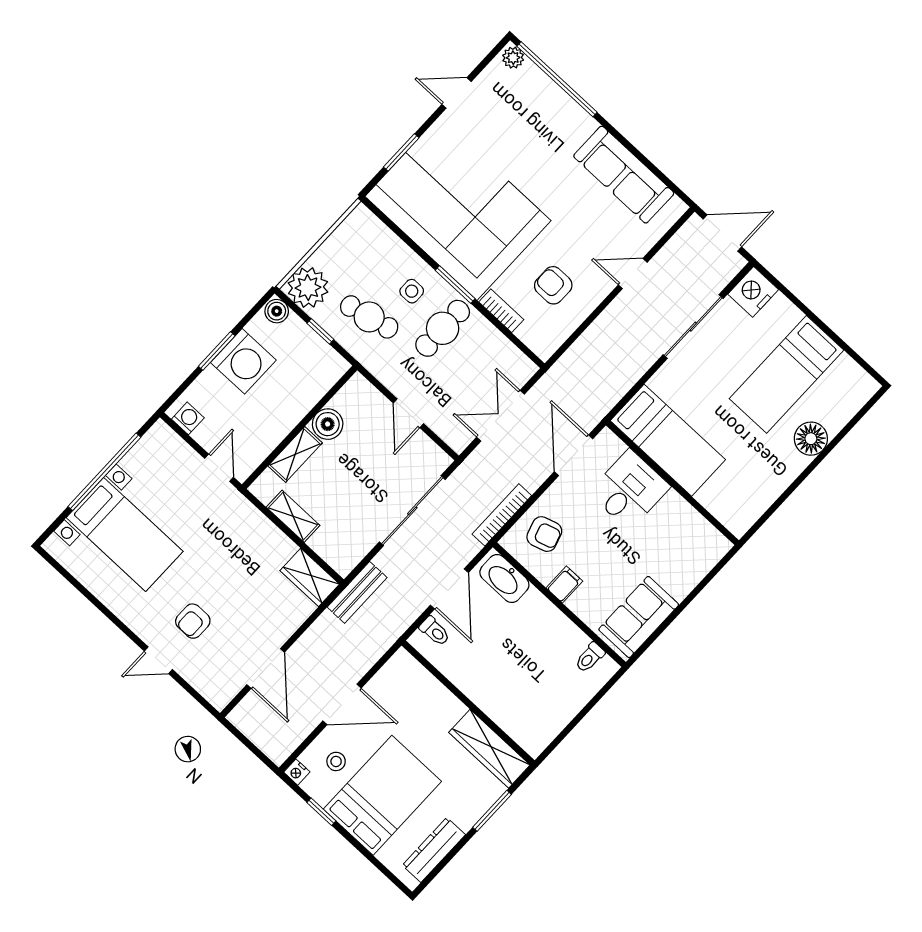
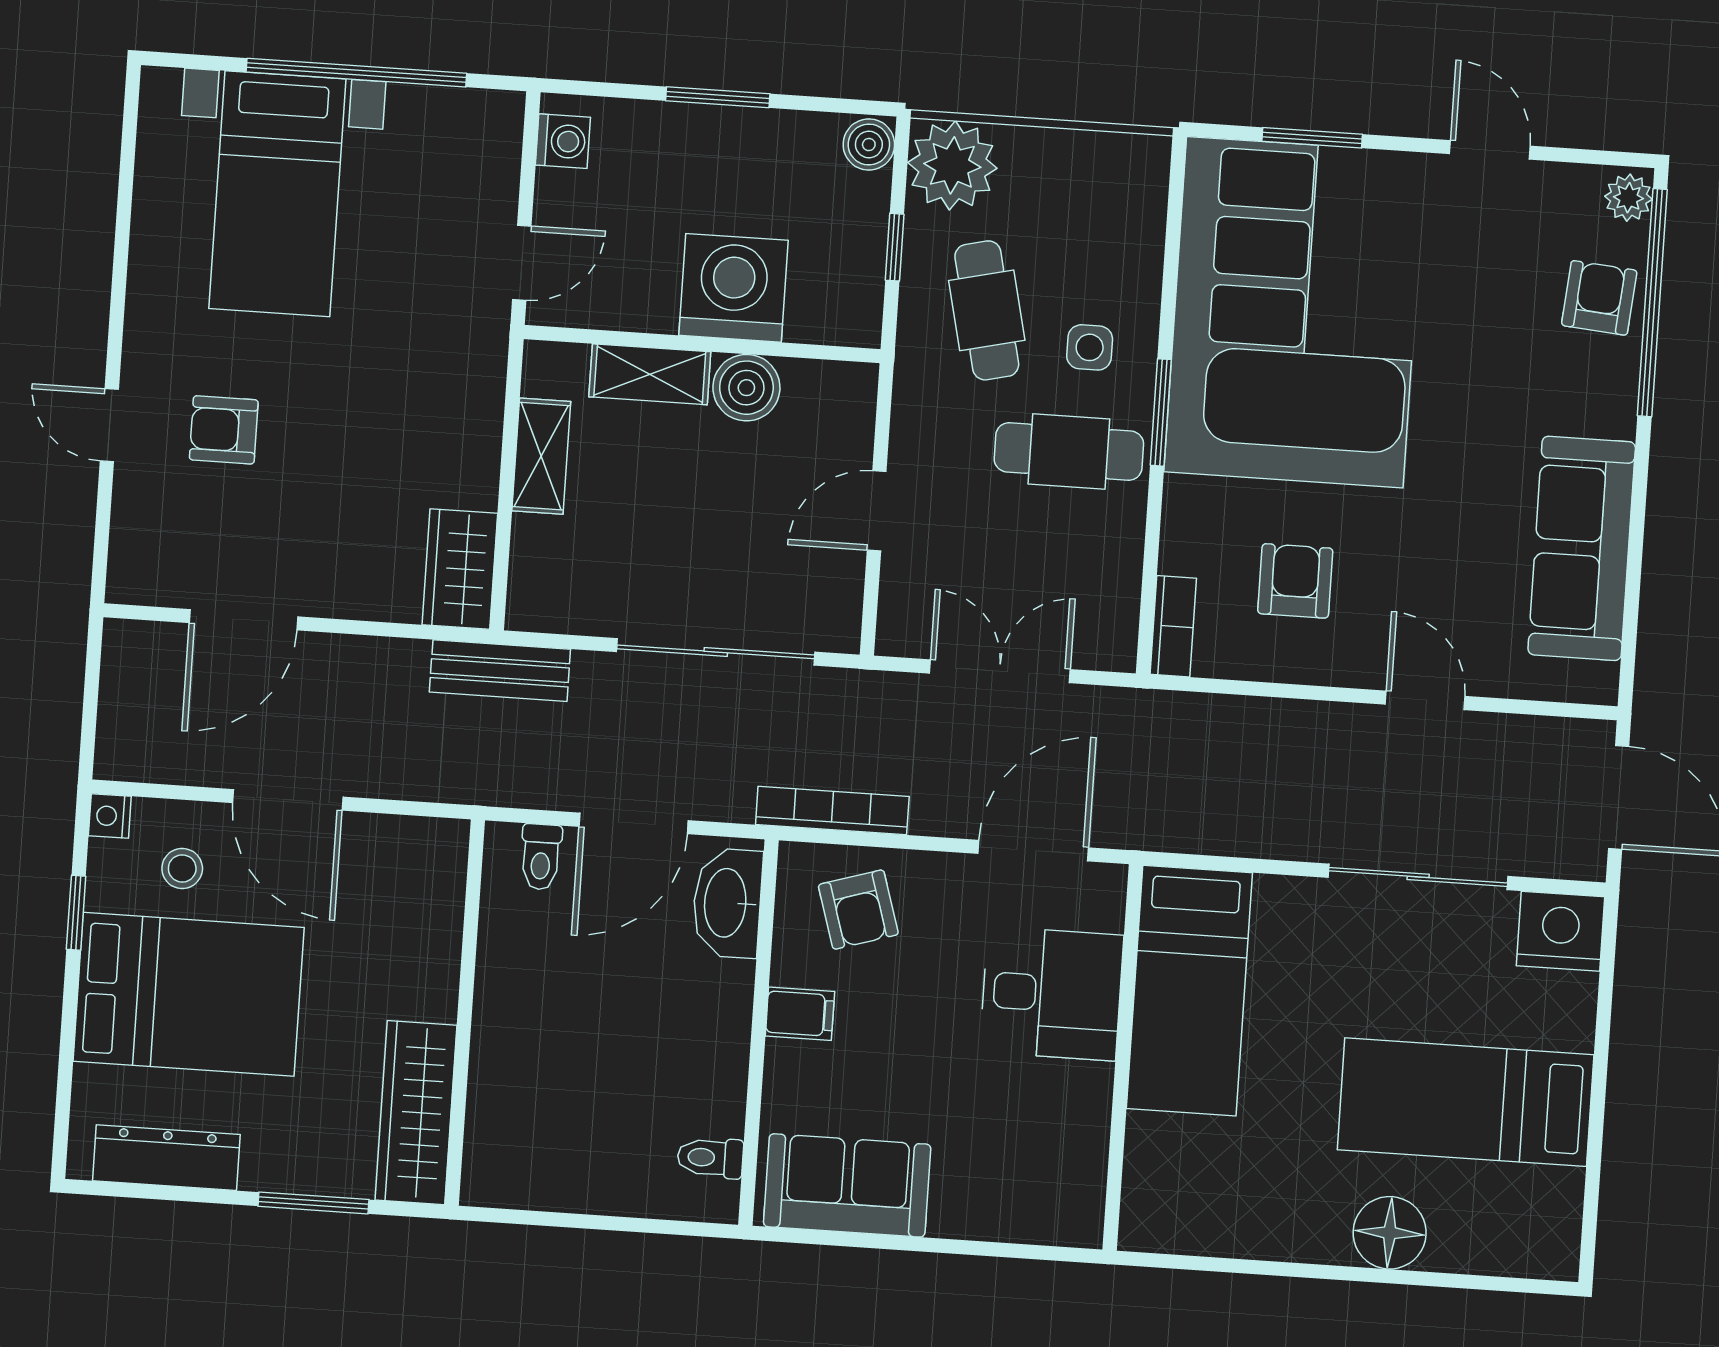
armchair: (540, 97) -> (1599, 298), added
bookcase: (501, 311) -> (1173, 626), moved
washing machine: (243, 361) -> (734, 288), moved, turned 180

